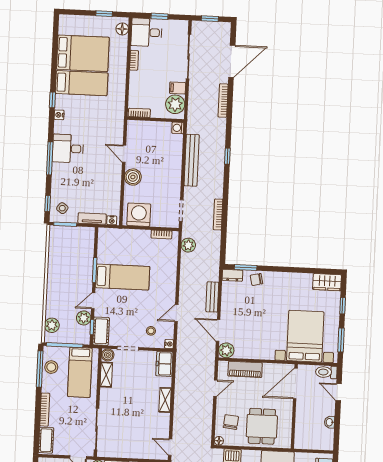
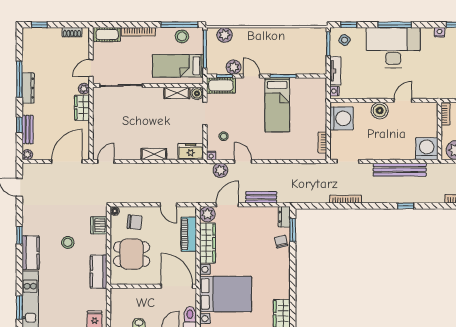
washing machine: (178, 128) -> (427, 149), width x1.89, depth x1.89
desk: (68, 148) -> (393, 48), width x1.87, depth x1.30
plant: (188, 245) -> (220, 170), moved
wardrobe: (255, 352) -> (208, 243), added

